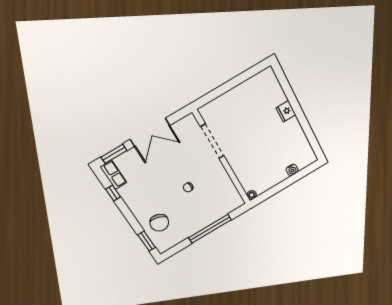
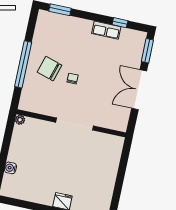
doorway: (212, 141) -> (75, 124), moved
row of seats: (113, 175) -> (106, 30), moved
chair: (159, 223) -> (49, 69), moved

